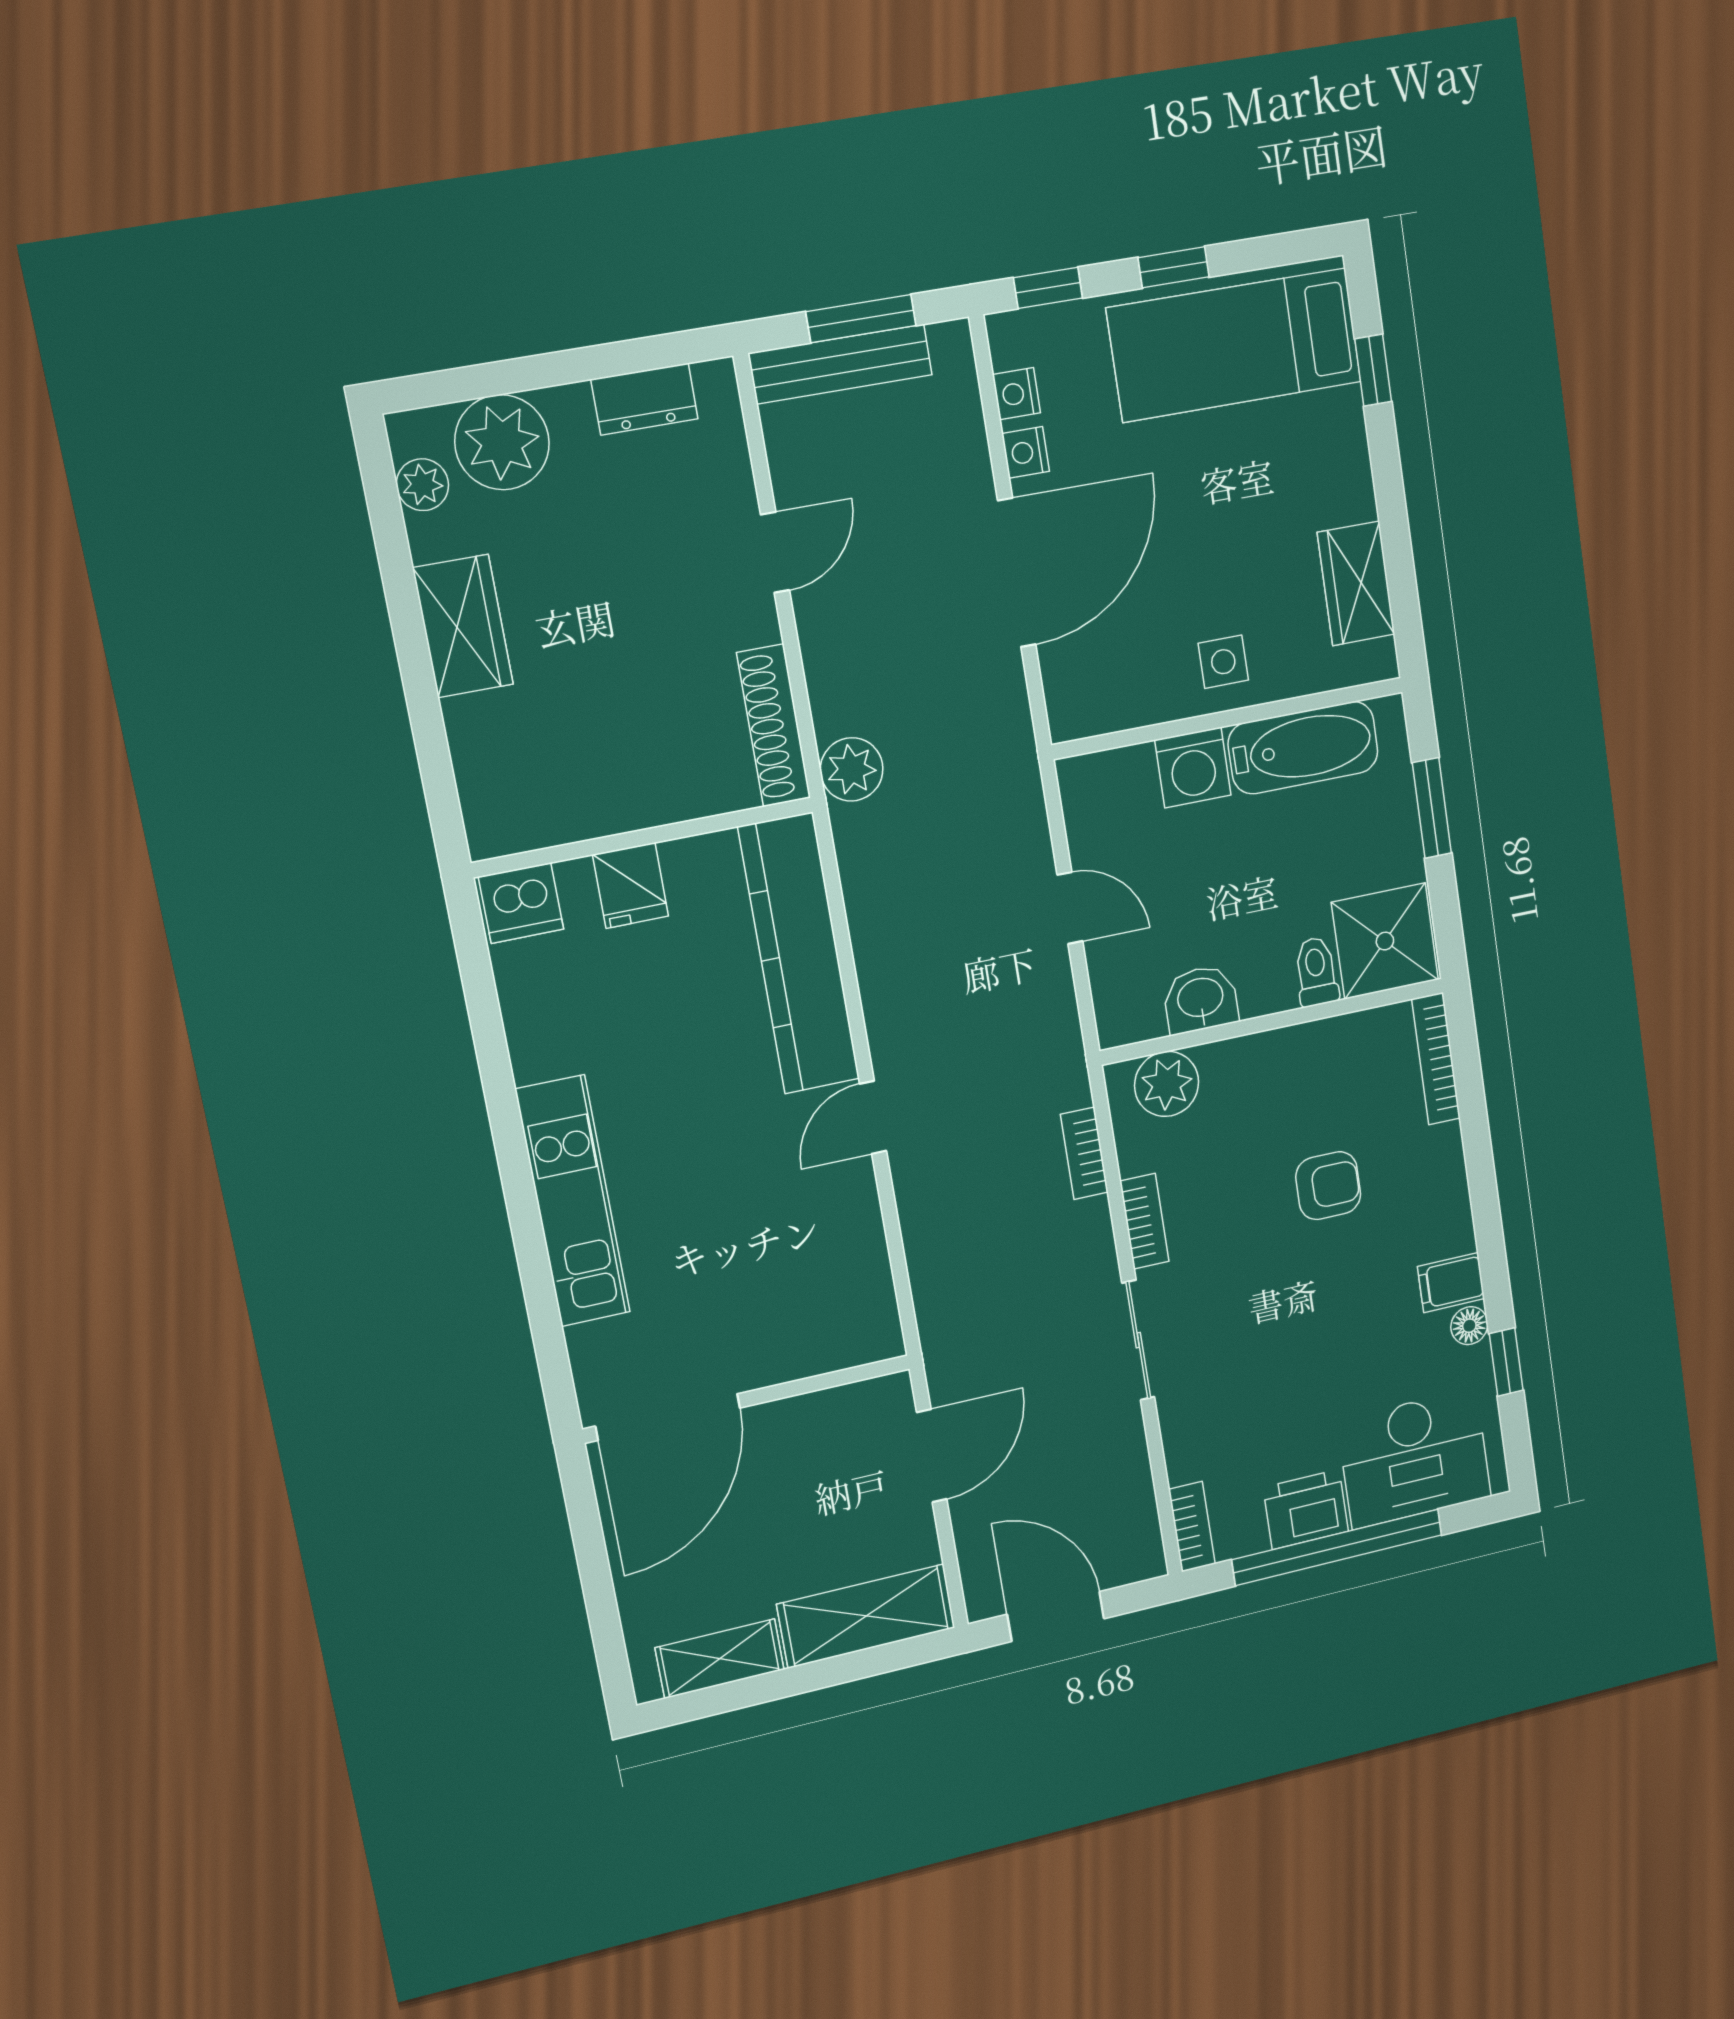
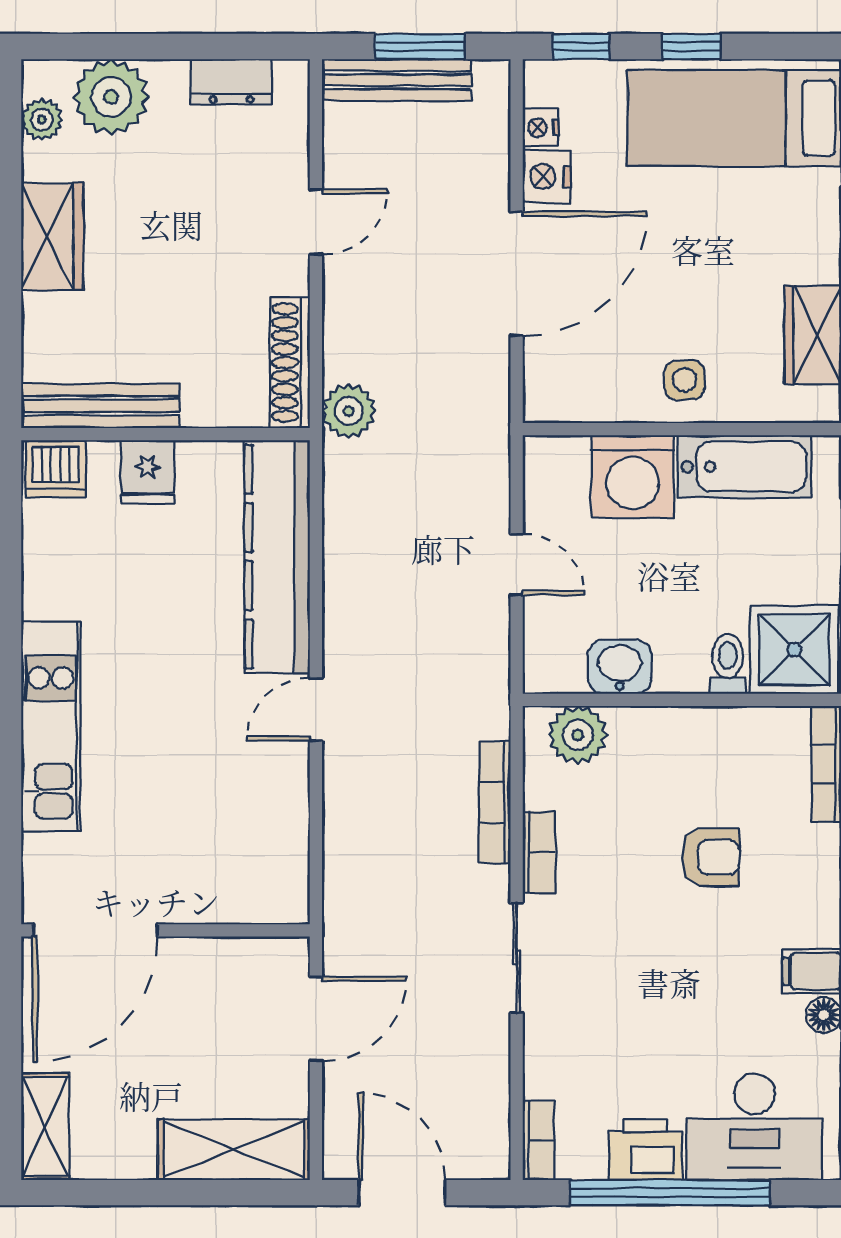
nightstand: (1026, 452) -> (547, 176), width x1.39, depth x1.35
washing machine: (1193, 768) -> (633, 476), width x1.37, depth x1.37
bench: (560, 819) -> (100, 406), added
bookcase: (1084, 1153) -> (495, 802), width x1.56
shelving: (720, 1659) -> (45, 1127), moved, turned 90

